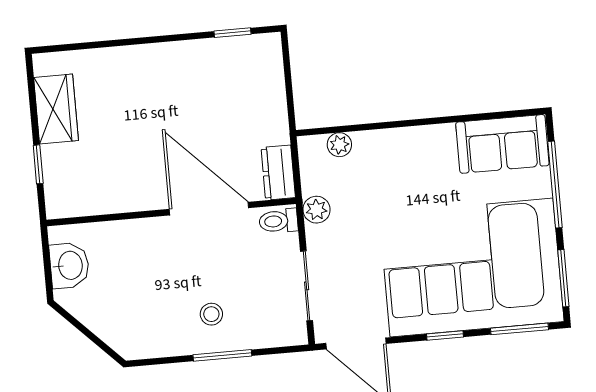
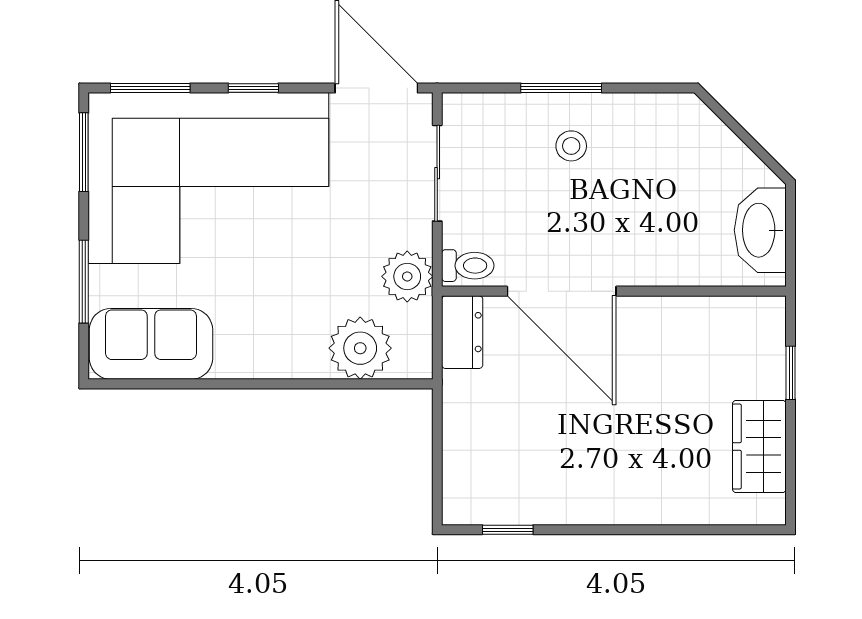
plant: (339, 145) -> (360, 348), width x1.87, depth x1.87
window: (555, 185) -> (84, 282), width x0.69
plant: (316, 210) -> (407, 276), width x1.38, depth x1.38
washbasin: (69, 265) -> (760, 230), width x1.38

